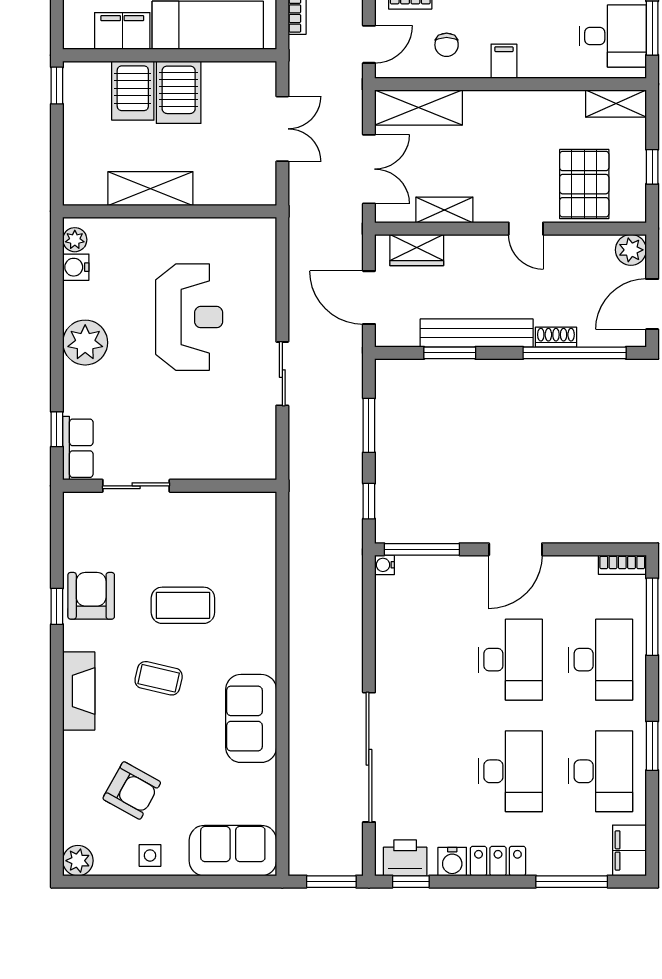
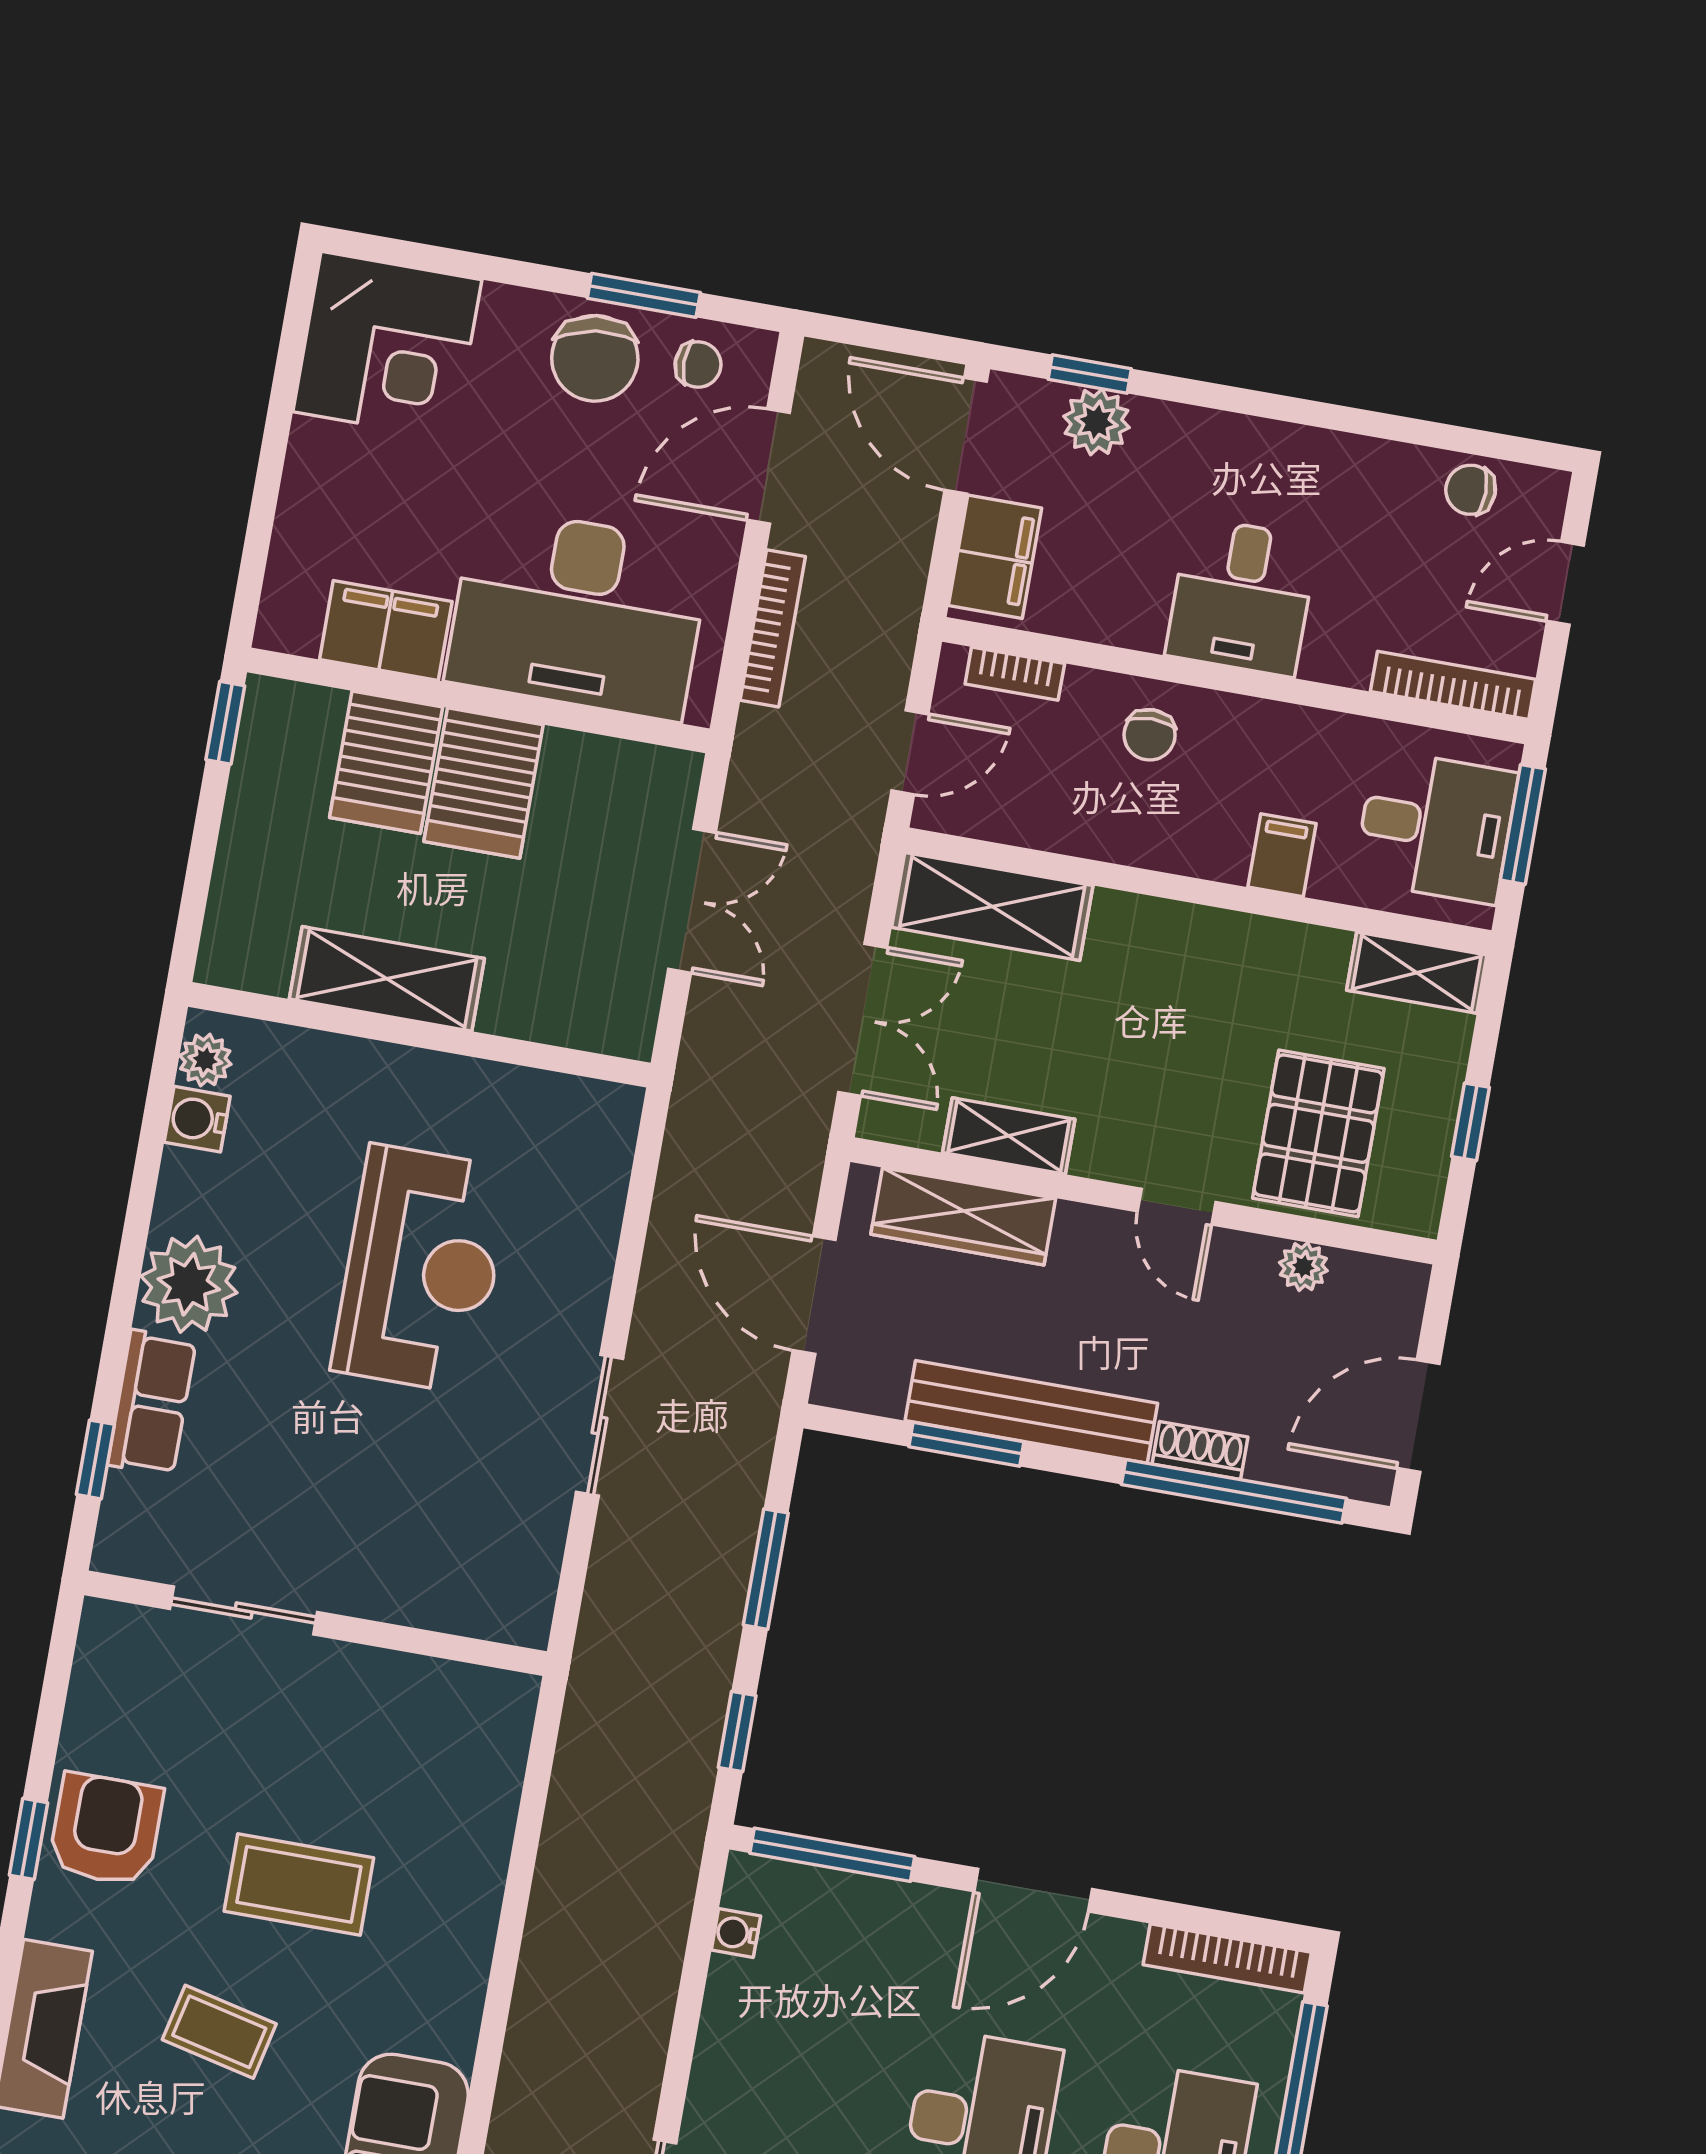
chair: (447, 45) -> (1150, 735), moved
filing cabinet: (504, 61) -> (1282, 855), moved
wardrobe: (417, 250) -> (963, 1216), width x1.50
plant: (631, 250) -> (1303, 1267), moved, width x0.73, depth x0.73
row of seats: (78, 448) -> (152, 1403), moved
water cooler: (385, 565) -> (736, 1933), moved
bookcase: (622, 565) -> (1227, 1958), width x1.56

